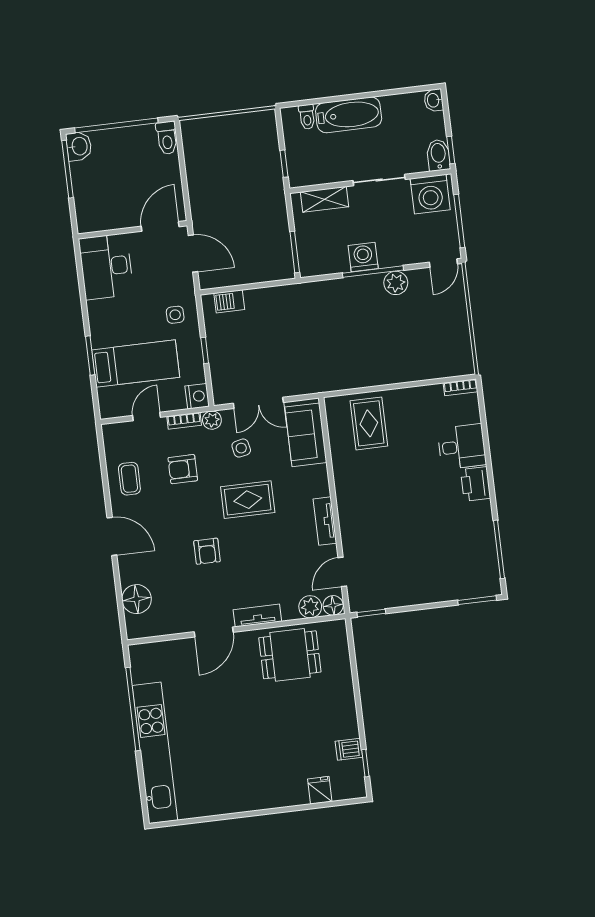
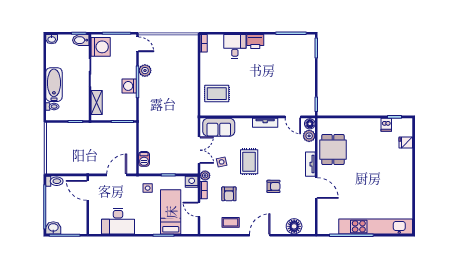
door: (160, 226) -> (88, 190), moved
wall: (132, 230) -> (88, 205), moved

